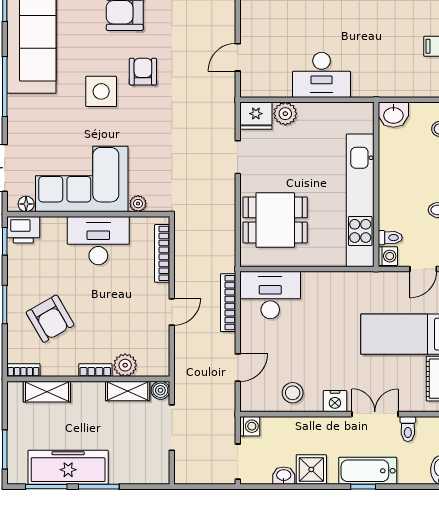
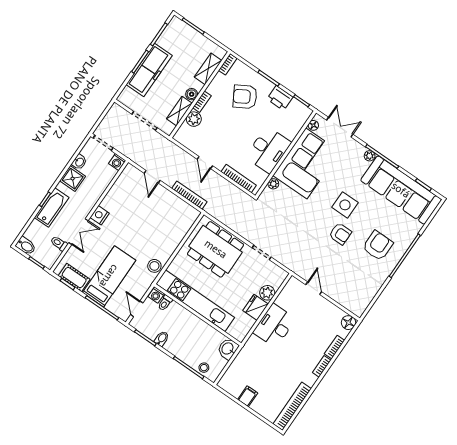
plant: (15, 103) -> (370, 156), added
fridge: (256, 116) -> (256, 307), moved
dining table: (275, 220) -> (216, 249), width x1.37
printer: (23, 230) -> (280, 98), moved, turned -90
desk: (270, 295) -> (178, 220), removed
boiler: (160, 390) -> (192, 94), moved
stool: (293, 393) -> (154, 266), moved
freezer: (68, 467) -> (149, 70), moved

